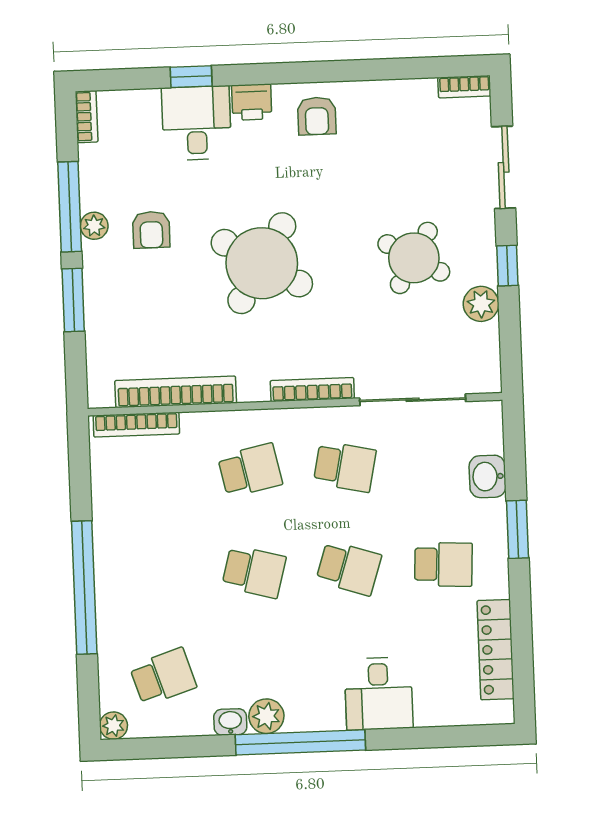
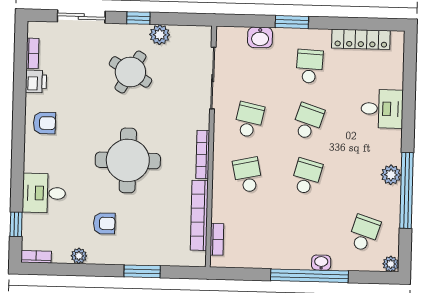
window: (191, 77) -> (16, 224), moved
bookcase: (464, 87) -> (32, 53), moved
printer: (252, 102) -> (36, 81), moved
window: (70, 207) -> (88, 270), removed
plant: (94, 226) -> (79, 256), moved
round table: (262, 263) -> (128, 160), turned -31
bookcase: (312, 390) -> (203, 155), moved
bookcase: (136, 425) -> (217, 239), width x0.64
school desk: (163, 677) -> (364, 233), turned 36
washbasin: (230, 722) -> (321, 263), moved, turned 90
window: (300, 742) -> (407, 190), moved

